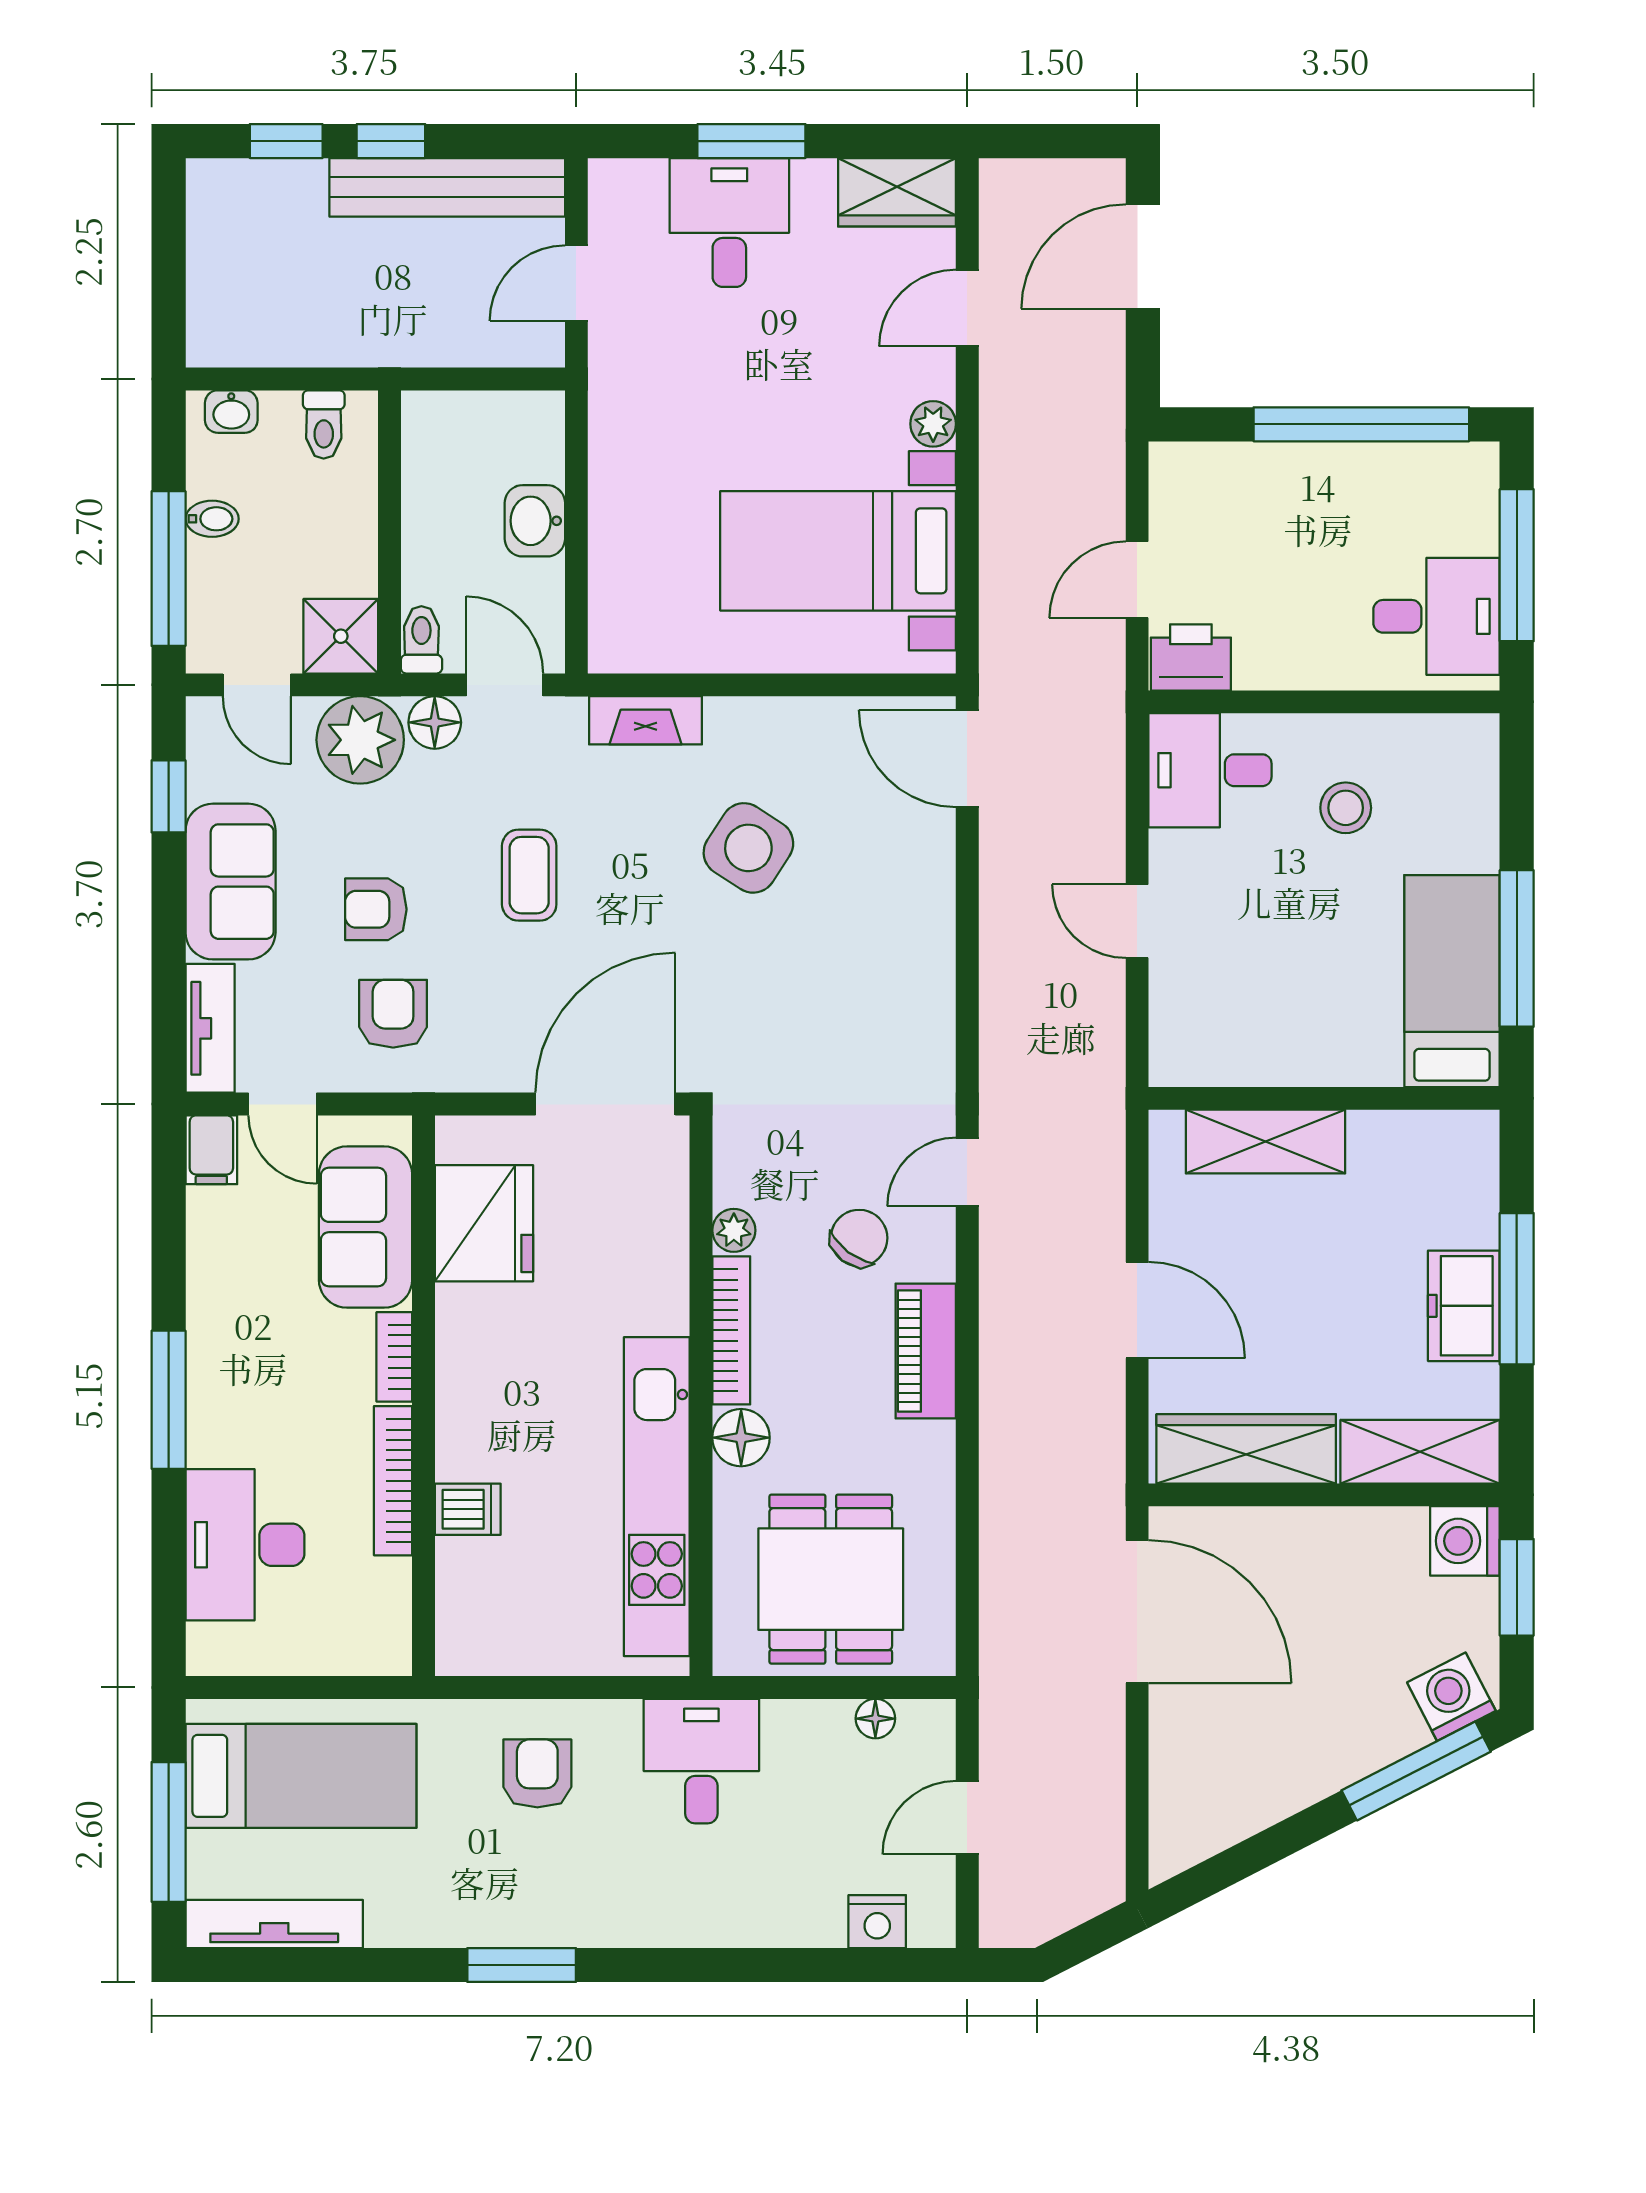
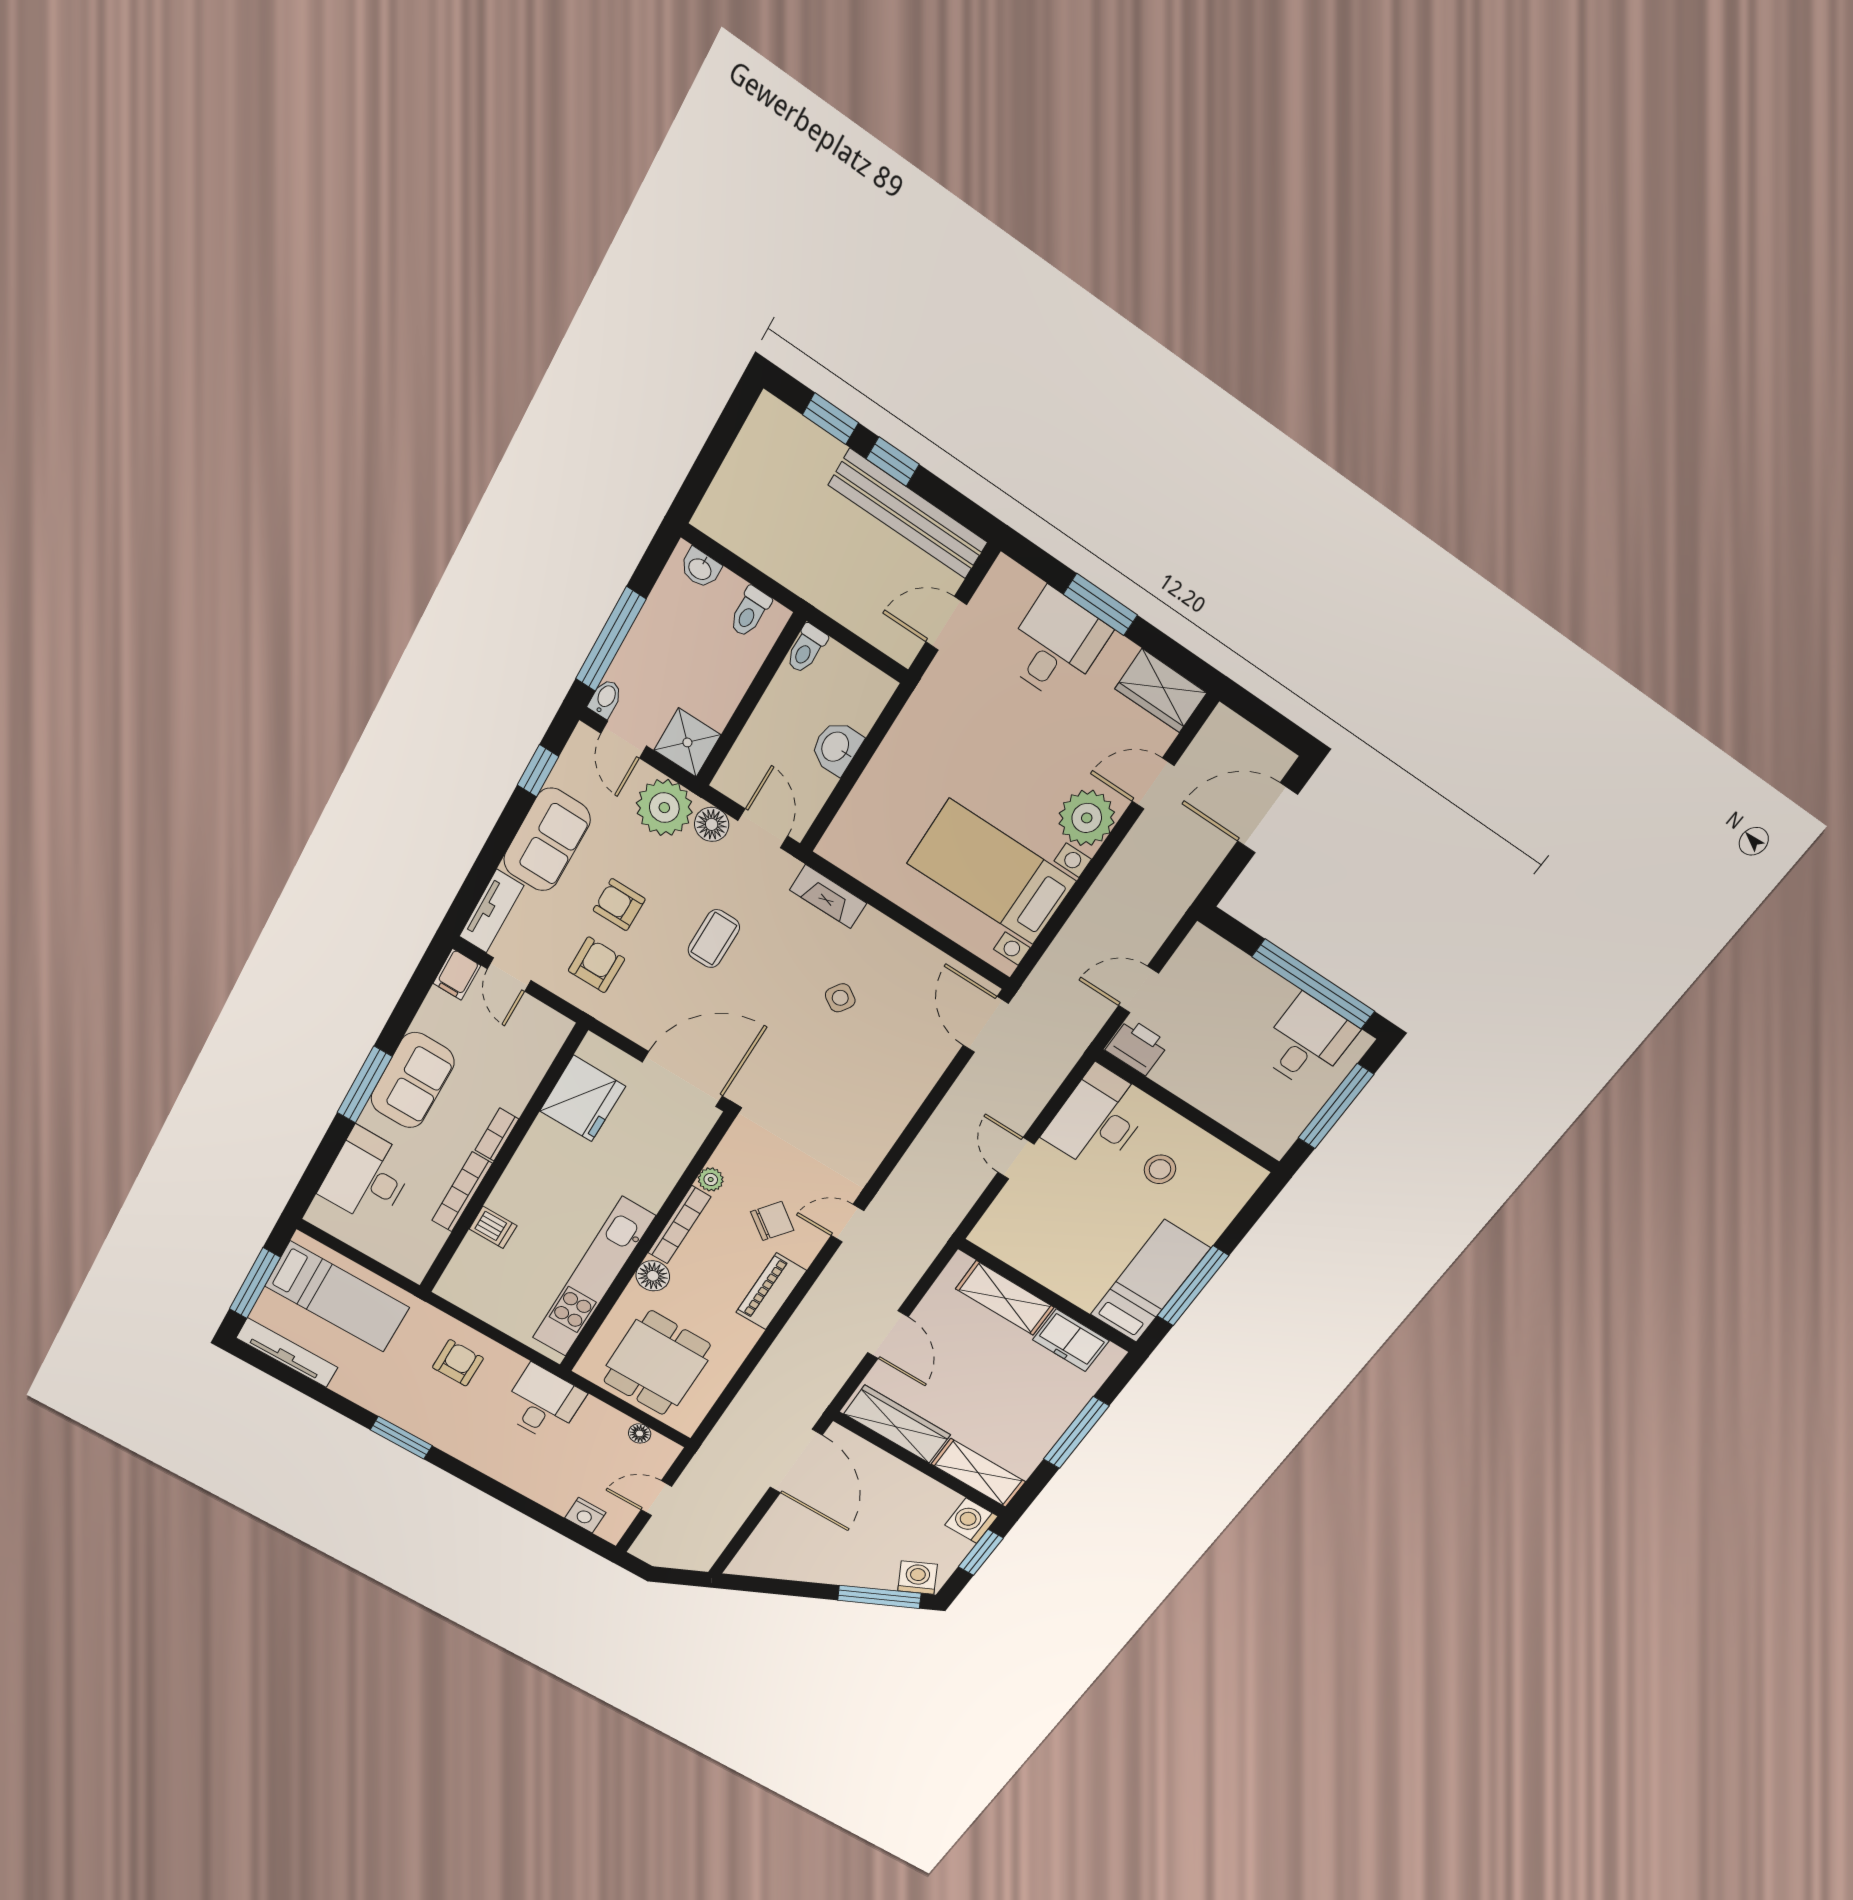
plant: (933, 424) -> (1087, 818), width x1.87, depth x1.87
bidet: (212, 519) -> (605, 698), moved, turned -90
desk: (1437, 616) -> (1307, 1042), moved, turned -90
toilet: (421, 640) -> (806, 649), moved, turned 180
desk: (1210, 770) -> (1098, 1119), width x1.37
side table: (748, 848) -> (840, 998), width x0.54, depth x0.54
sofa: (366, 1227) -> (412, 1080), moved, turned 180
freezer: (1464, 1306) -> (1071, 1340), moved, turned -90

